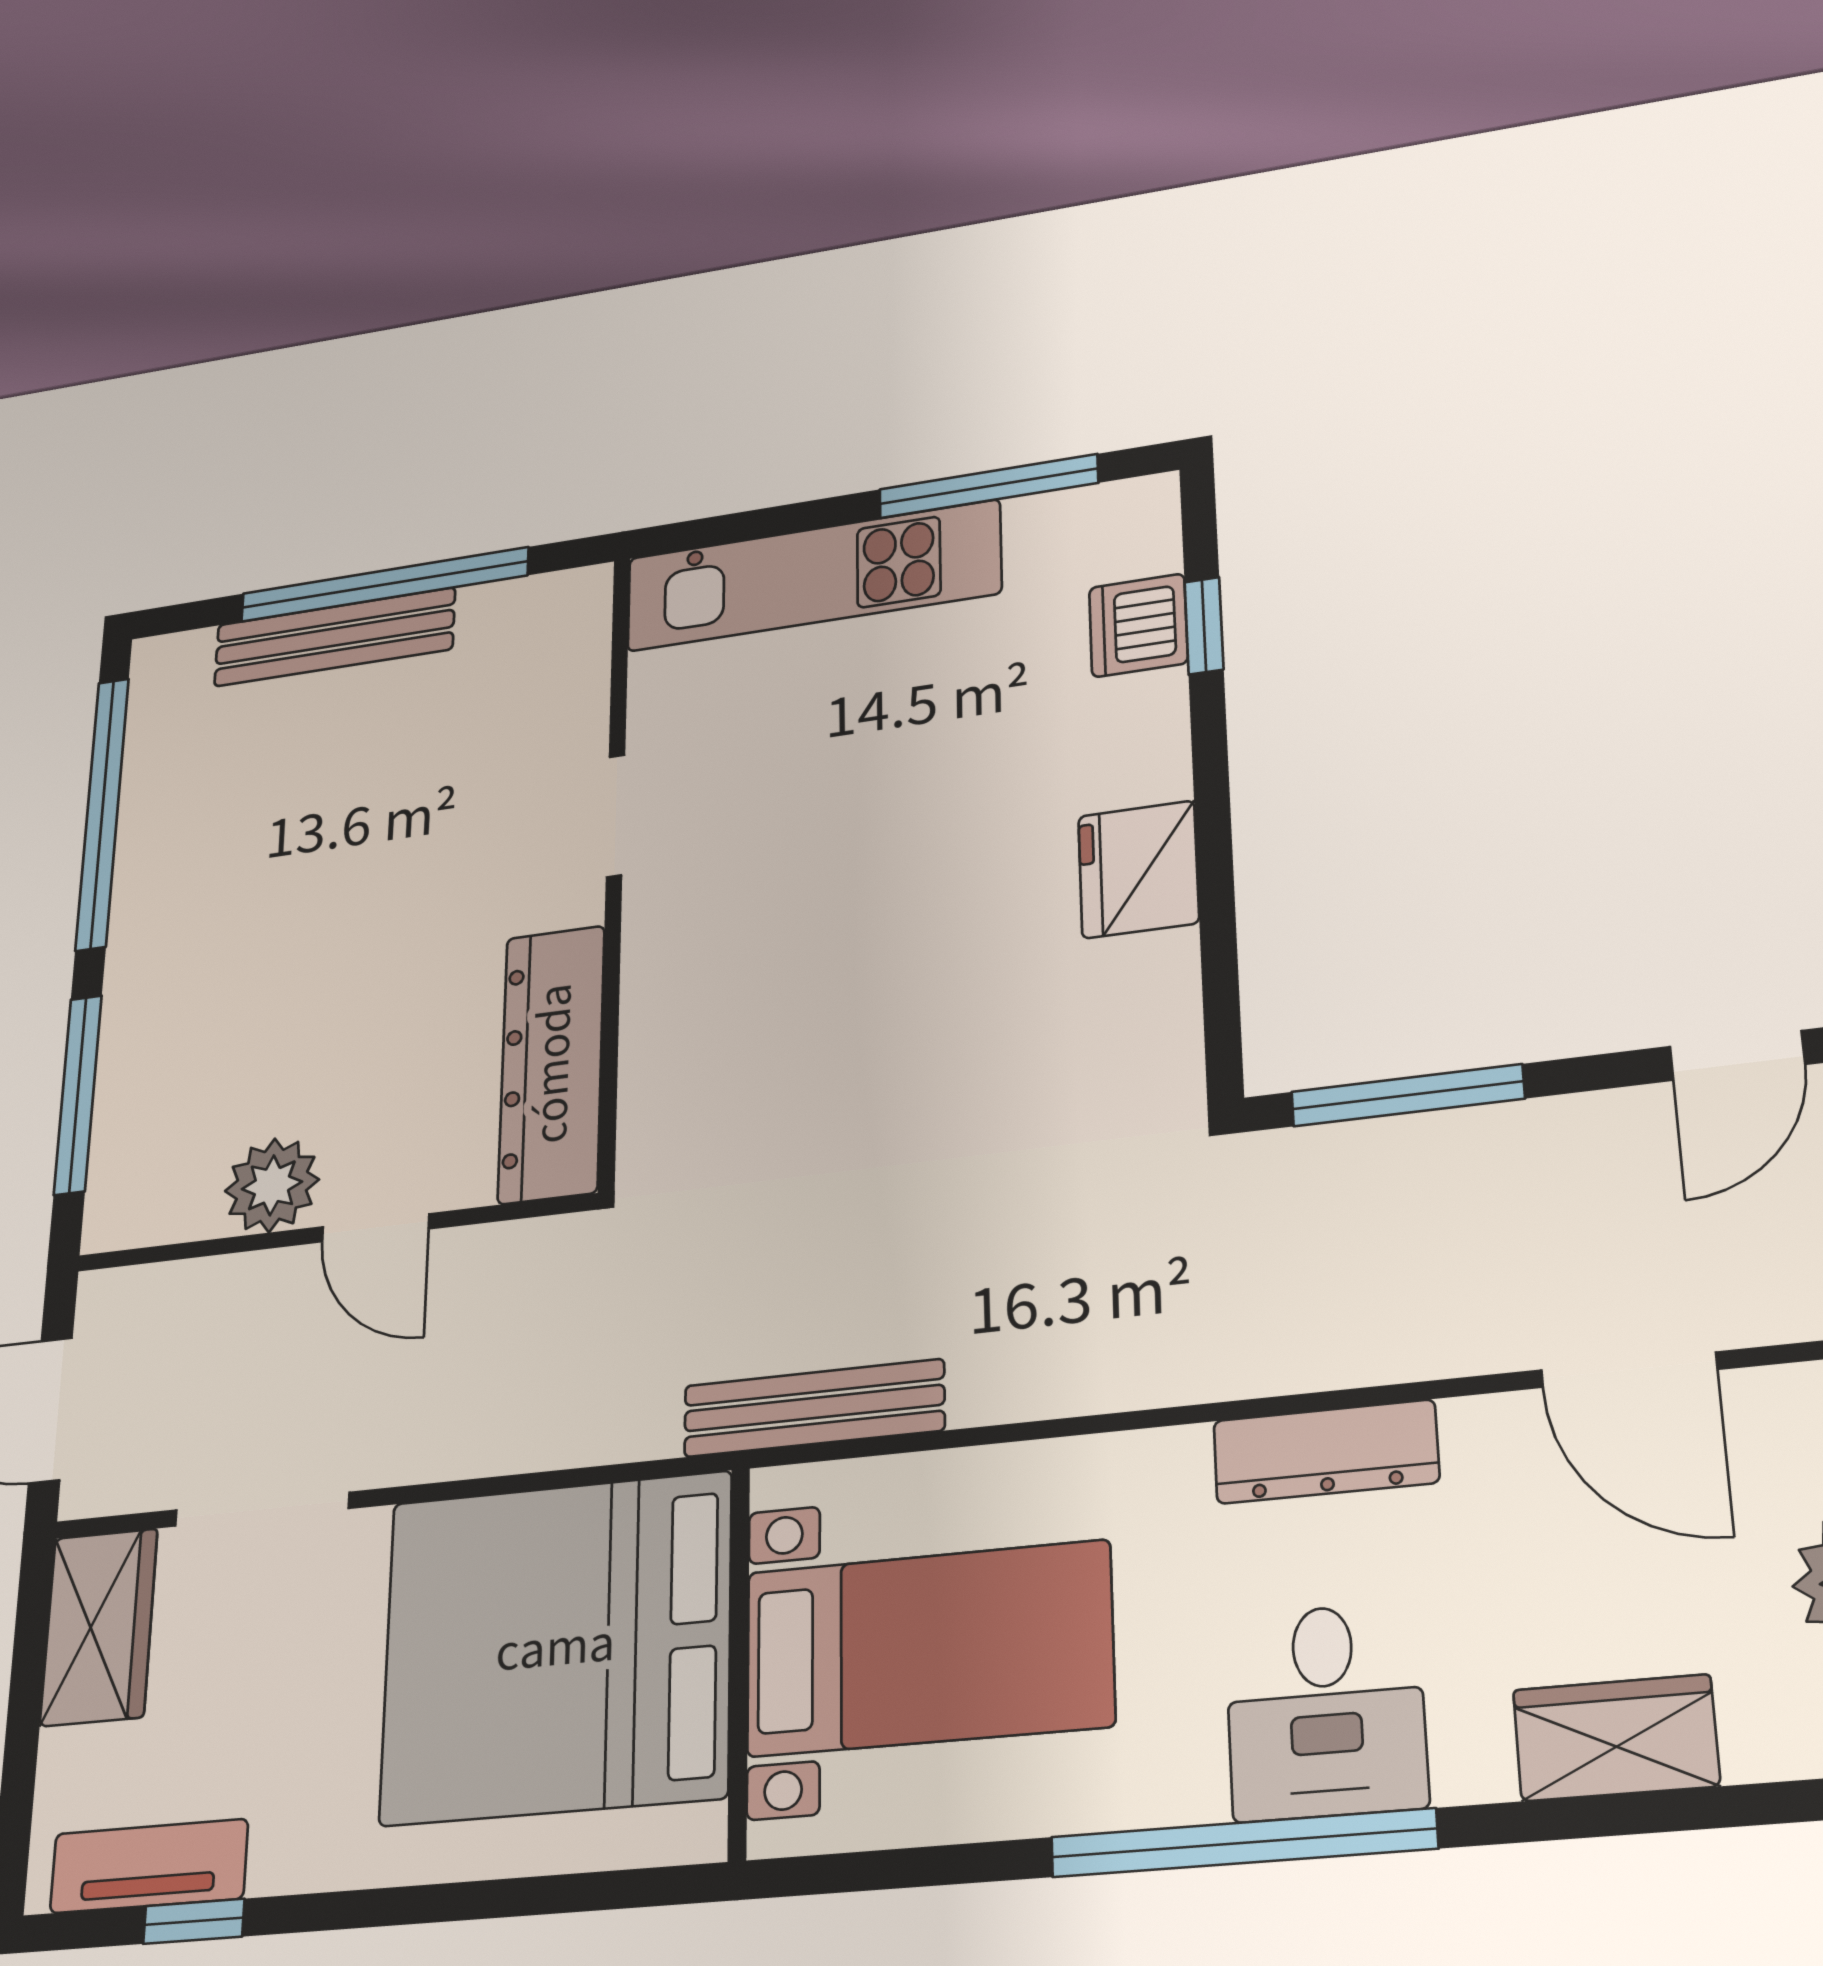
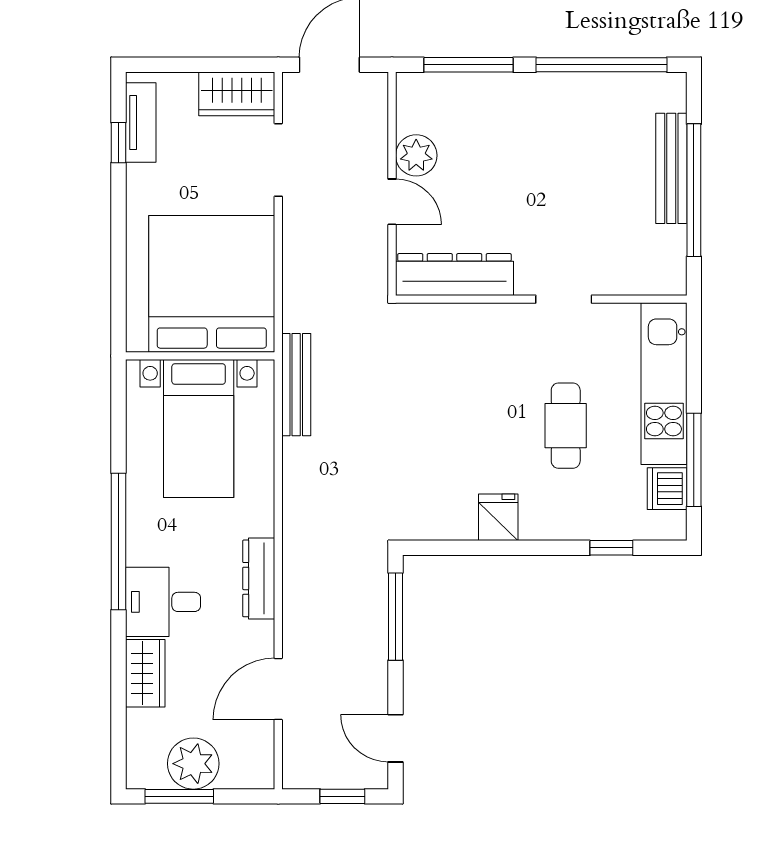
dishwasher: (1138, 625) -> (667, 489), moved, turned -90
cafe table: (912, 768) -> (566, 426), added
fridge: (1138, 869) -> (498, 517), width x0.72
door: (376, 1228) -> (392, 202), swing flipped
desk: (1326, 1711) -> (163, 602), moved

